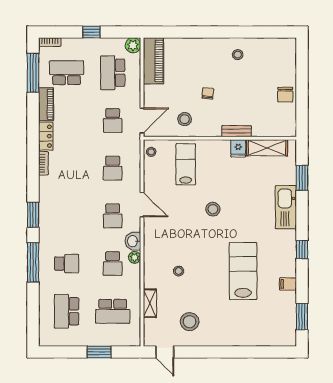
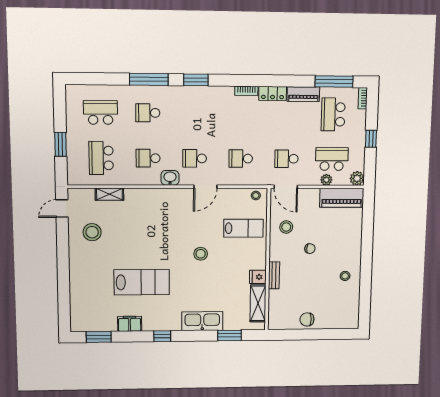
school desk: (67, 73) -> (333, 114), turned 180
plant: (135, 257) -> (326, 180), moved
school desk: (67, 264) -> (148, 113), turned 90
stool: (179, 271) -> (141, 222), removed
filing cabinet: (288, 284) -> (130, 324), width x2.00

